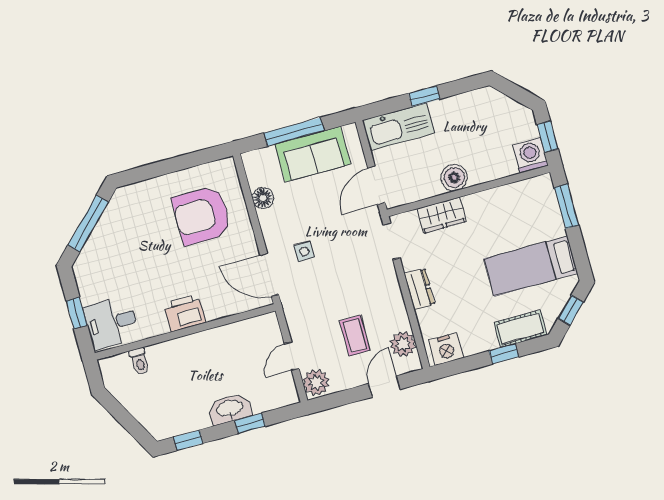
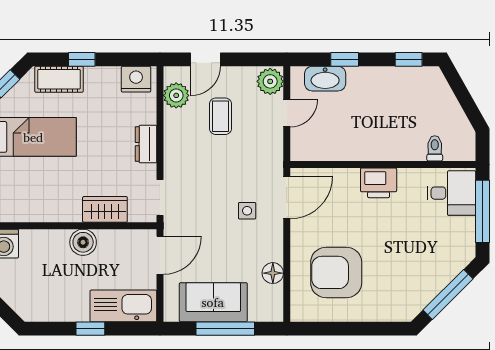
armchair: (202, 215) -> (336, 272), turned 180
door: (269, 275) -> (287, 197), hinge flipped
window: (77, 313) -> (482, 211), width x2.17
washbasin: (230, 409) -> (325, 79), moved

